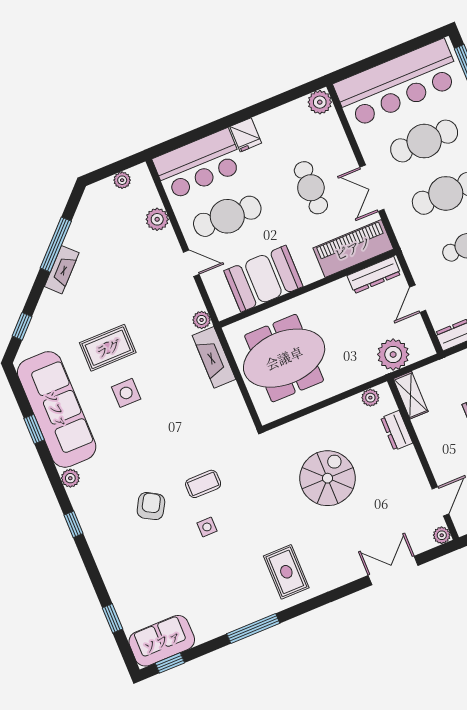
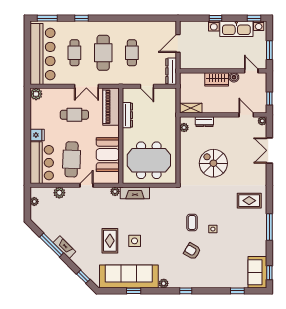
cafe table: (424, 141) -> (74, 53), width x0.73, depth x0.74
dresser: (374, 275) -> (127, 115), moved
plant: (393, 354) -> (168, 109), removed
meeting table: (284, 358) -> (149, 160), turned 90

